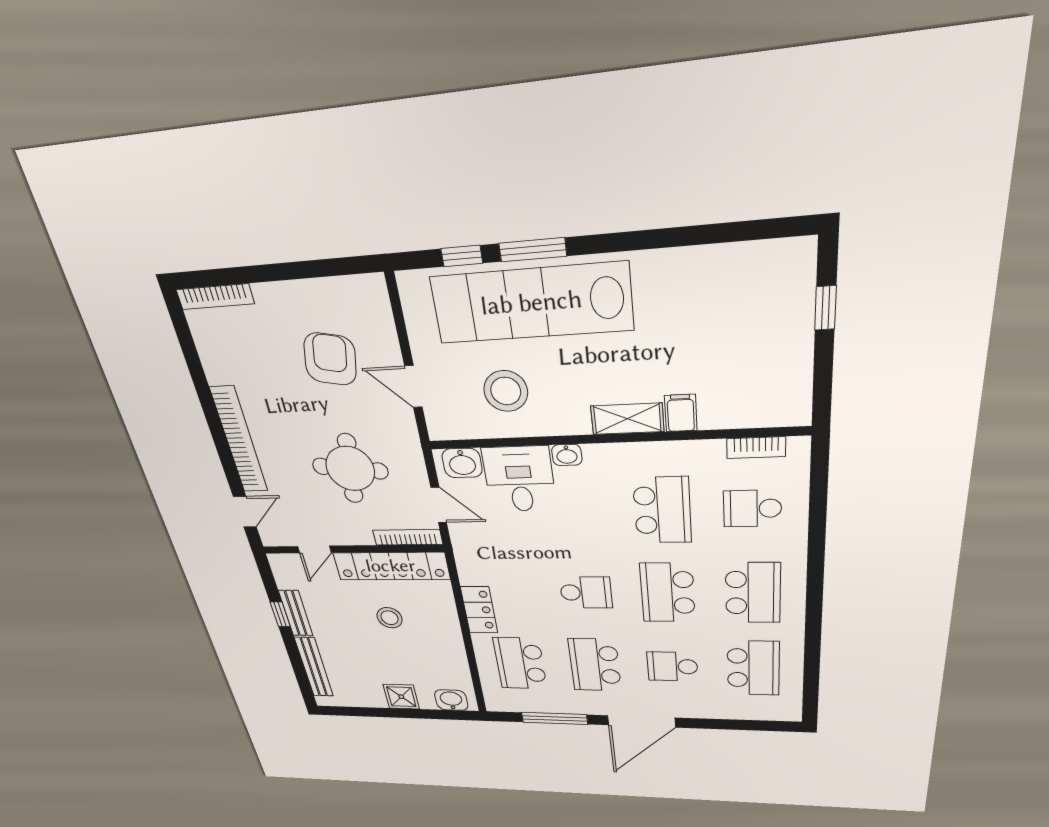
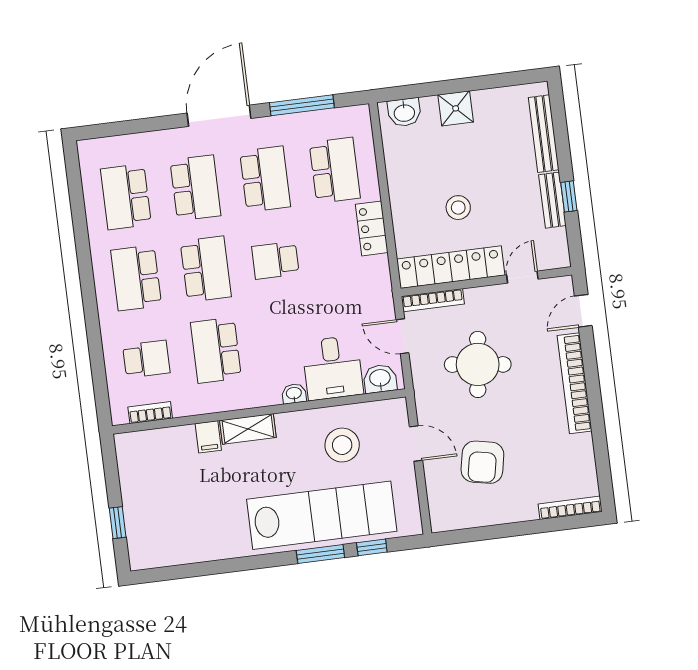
school desk: (672, 666) -> (195, 188), width x1.85

